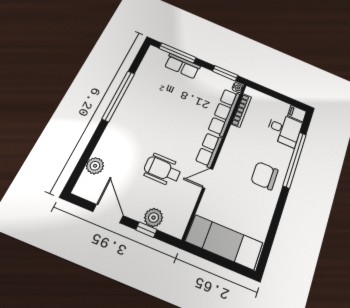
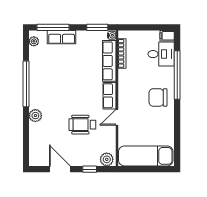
plant: (150, 57) -> (34, 41), added
plant: (95, 166) -> (35, 116), moved
plant: (154, 218) -> (107, 159), moved

